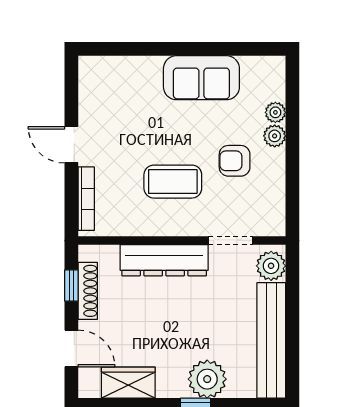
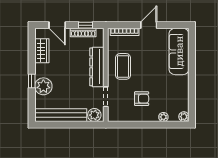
sofa: (201, 78) -> (179, 51), moved, width x1.36
plant: (275, 136) -> (184, 117), moved
armchair: (235, 161) -> (142, 99), turned 90
coffee table: (173, 182) -> (123, 66), moved
door: (71, 349) -> (57, 25), hinge flipped

